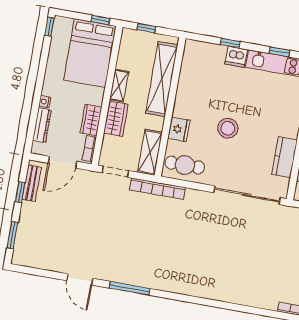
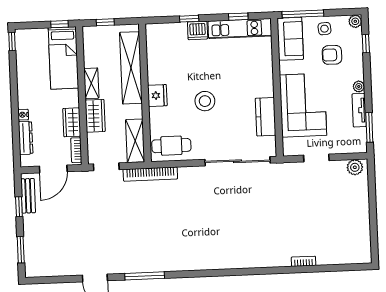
bed: (90, 53) -> (63, 58), width x0.67
fridge: (179, 129) -> (157, 95), moved

